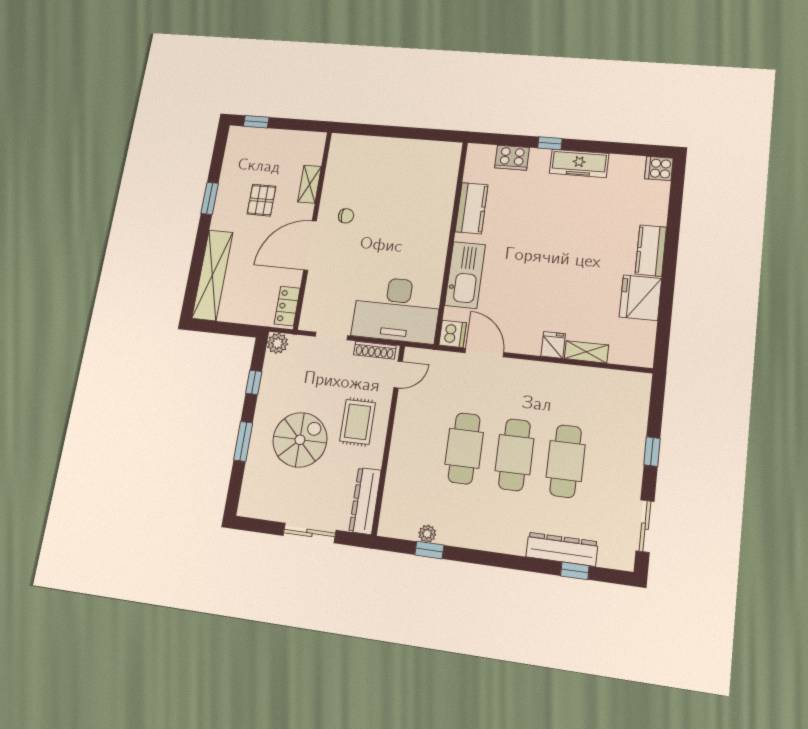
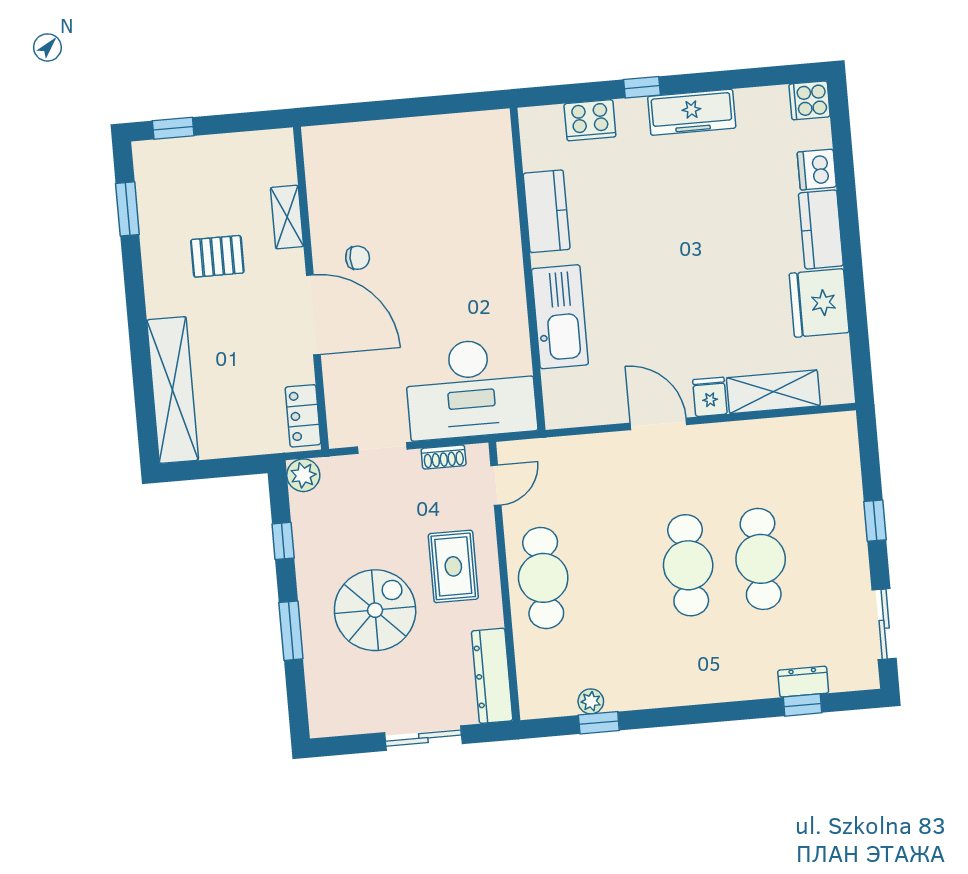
window: (210, 198) -> (127, 209), moved
pallet: (261, 200) -> (217, 256), turned 90
door: (310, 245) -> (313, 315), swing flipped
dishwasher: (453, 334) -> (817, 170), moved, turned 180
shoe rack: (375, 350) -> (444, 457), width x0.70
shelving: (586, 352) -> (773, 392), width x1.50, depth x1.33
door: (484, 353) -> (658, 424), moved
cafe table: (464, 448) -> (543, 578), moved
dresser: (562, 549) -> (803, 682), width x0.51, depth x0.80

